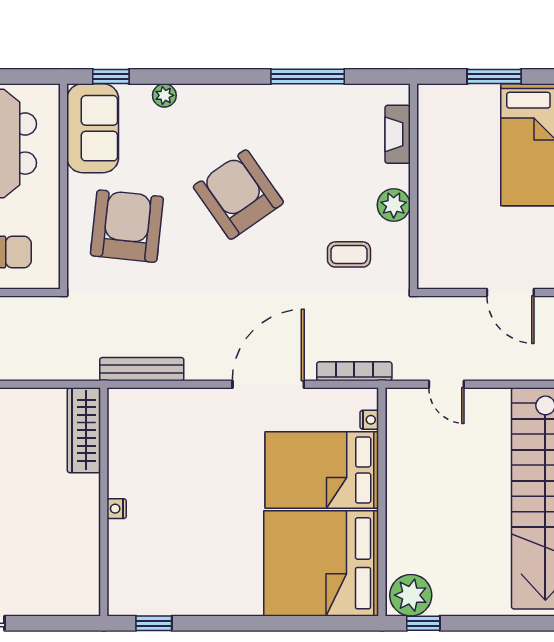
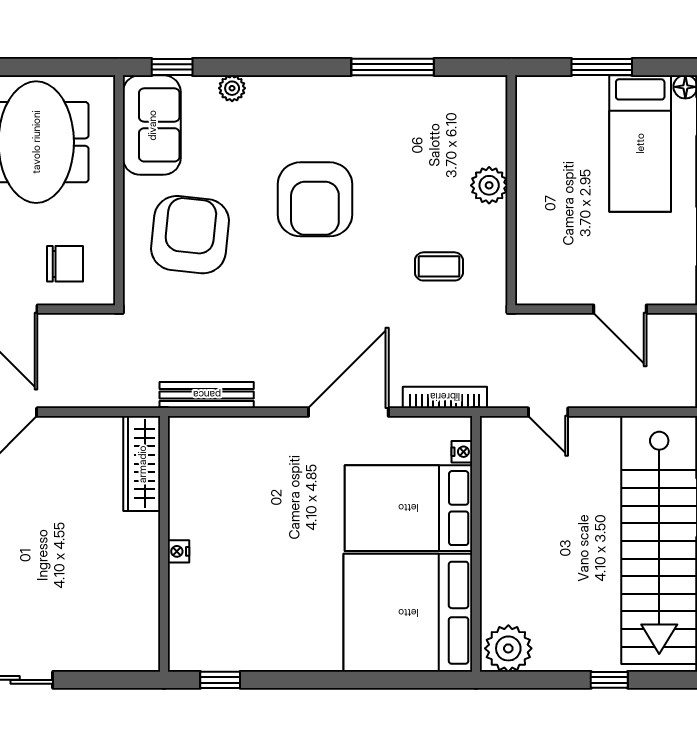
fireplace: (398, 134) -> (493, 132), removed
armchair: (238, 195) -> (315, 199), turned -145
plant: (394, 205) -> (489, 185), moved
window: (423, 623) -> (609, 680), moved

